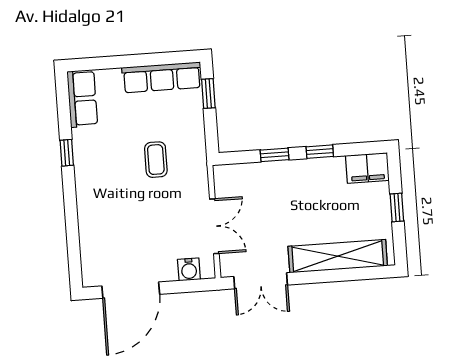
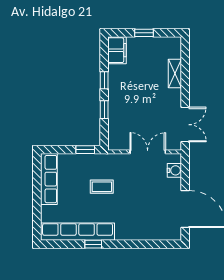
window: (208, 94) -> (85, 150), moved
row of seats: (82, 99) -> (78, 232), width x2.02
shelving: (338, 256) -> (175, 73), width x0.45, depth x0.75

